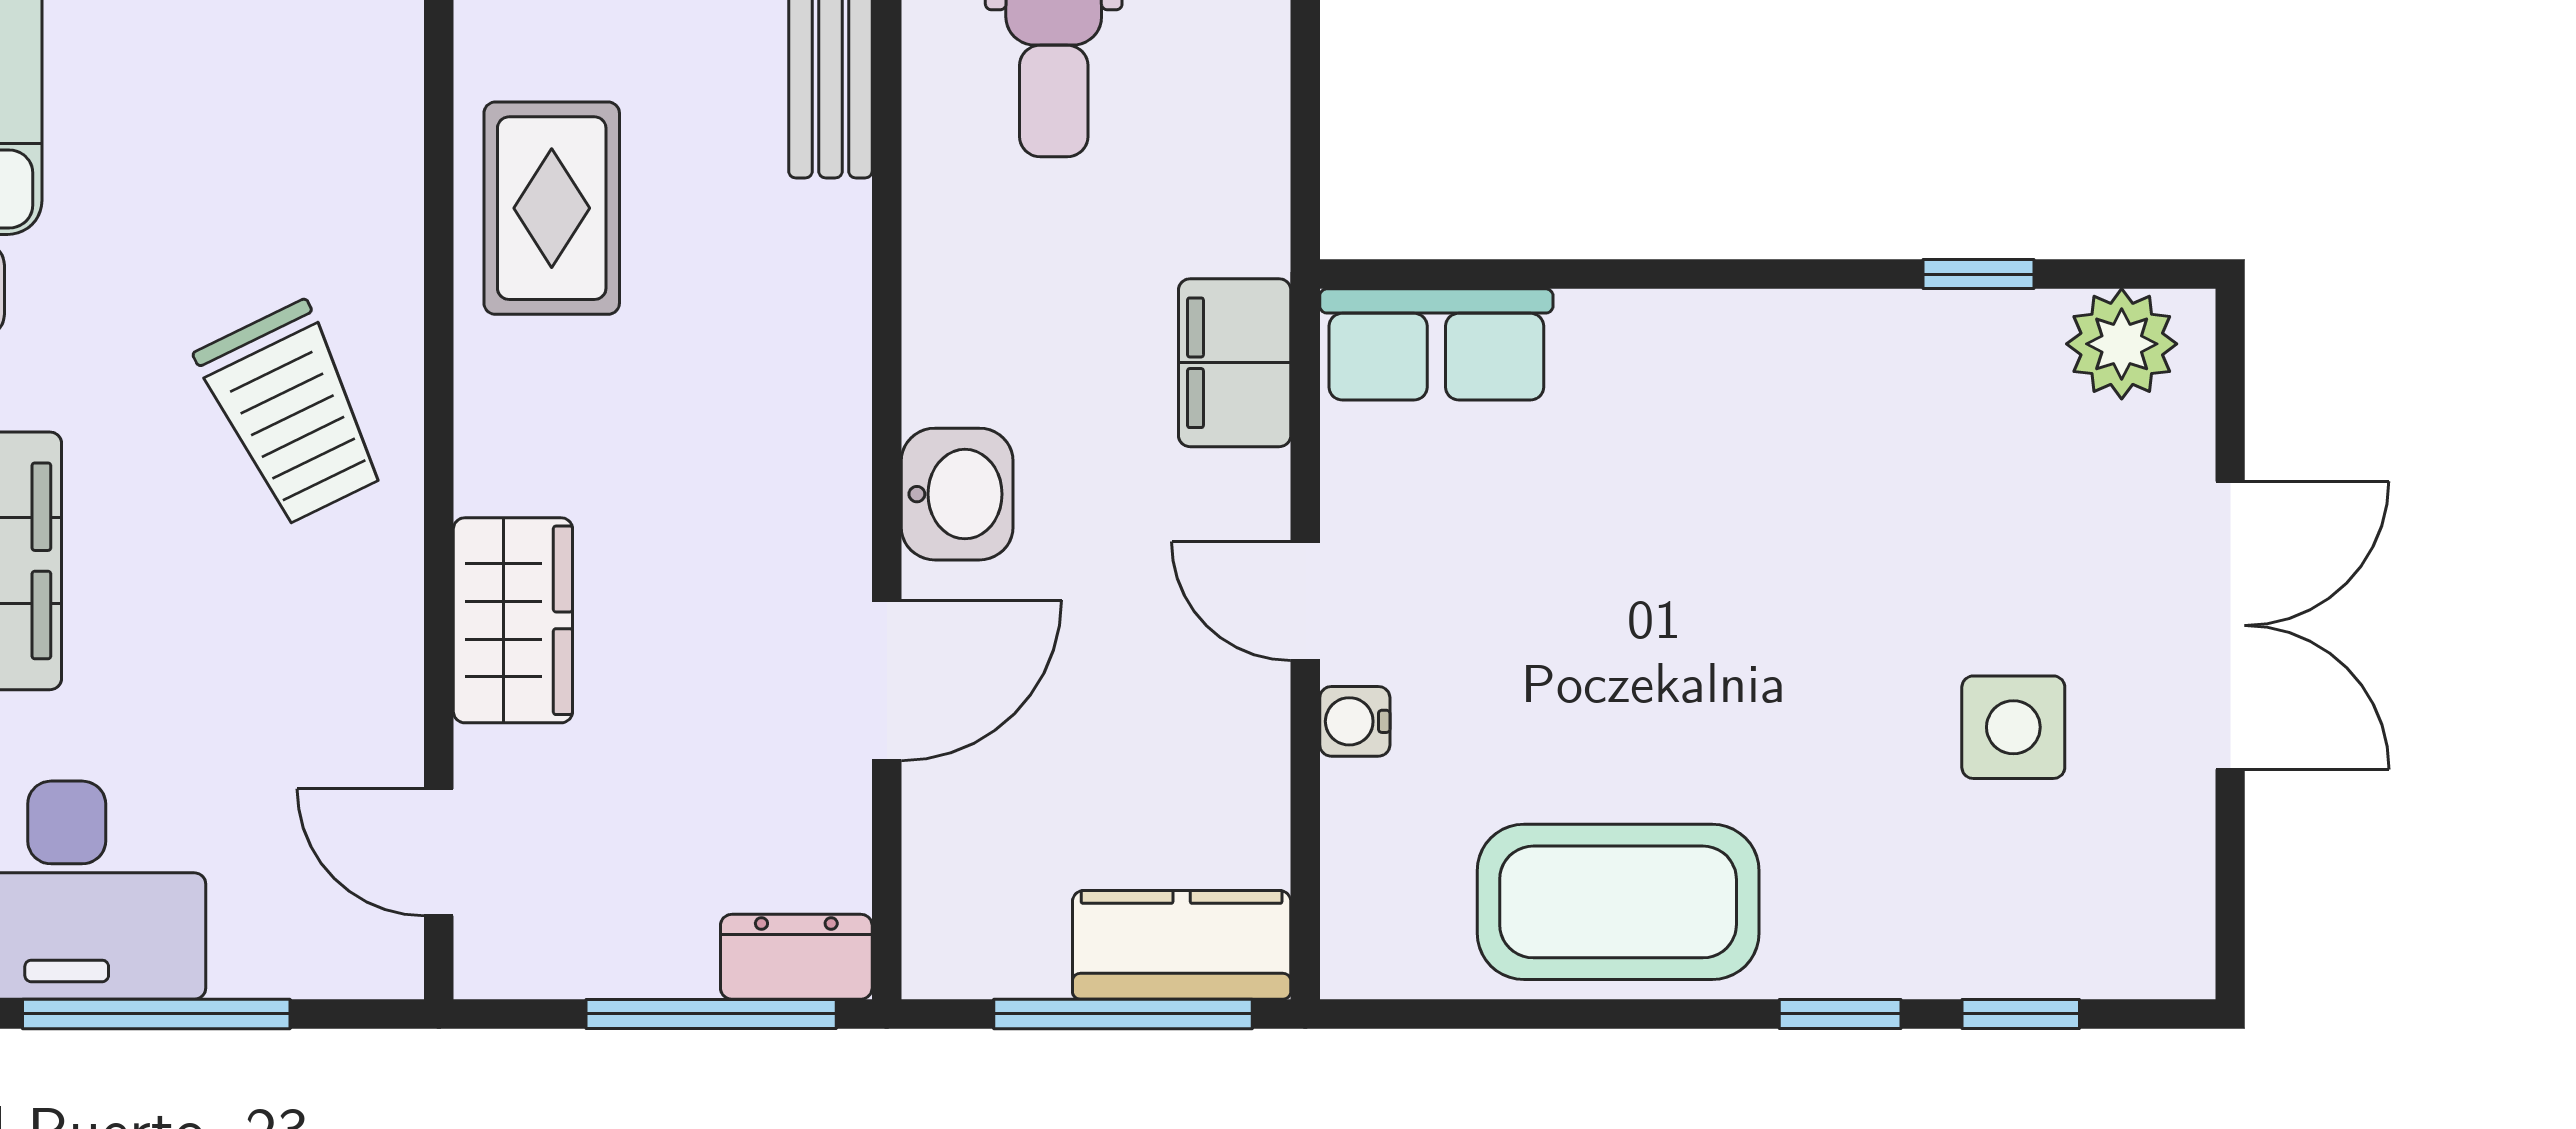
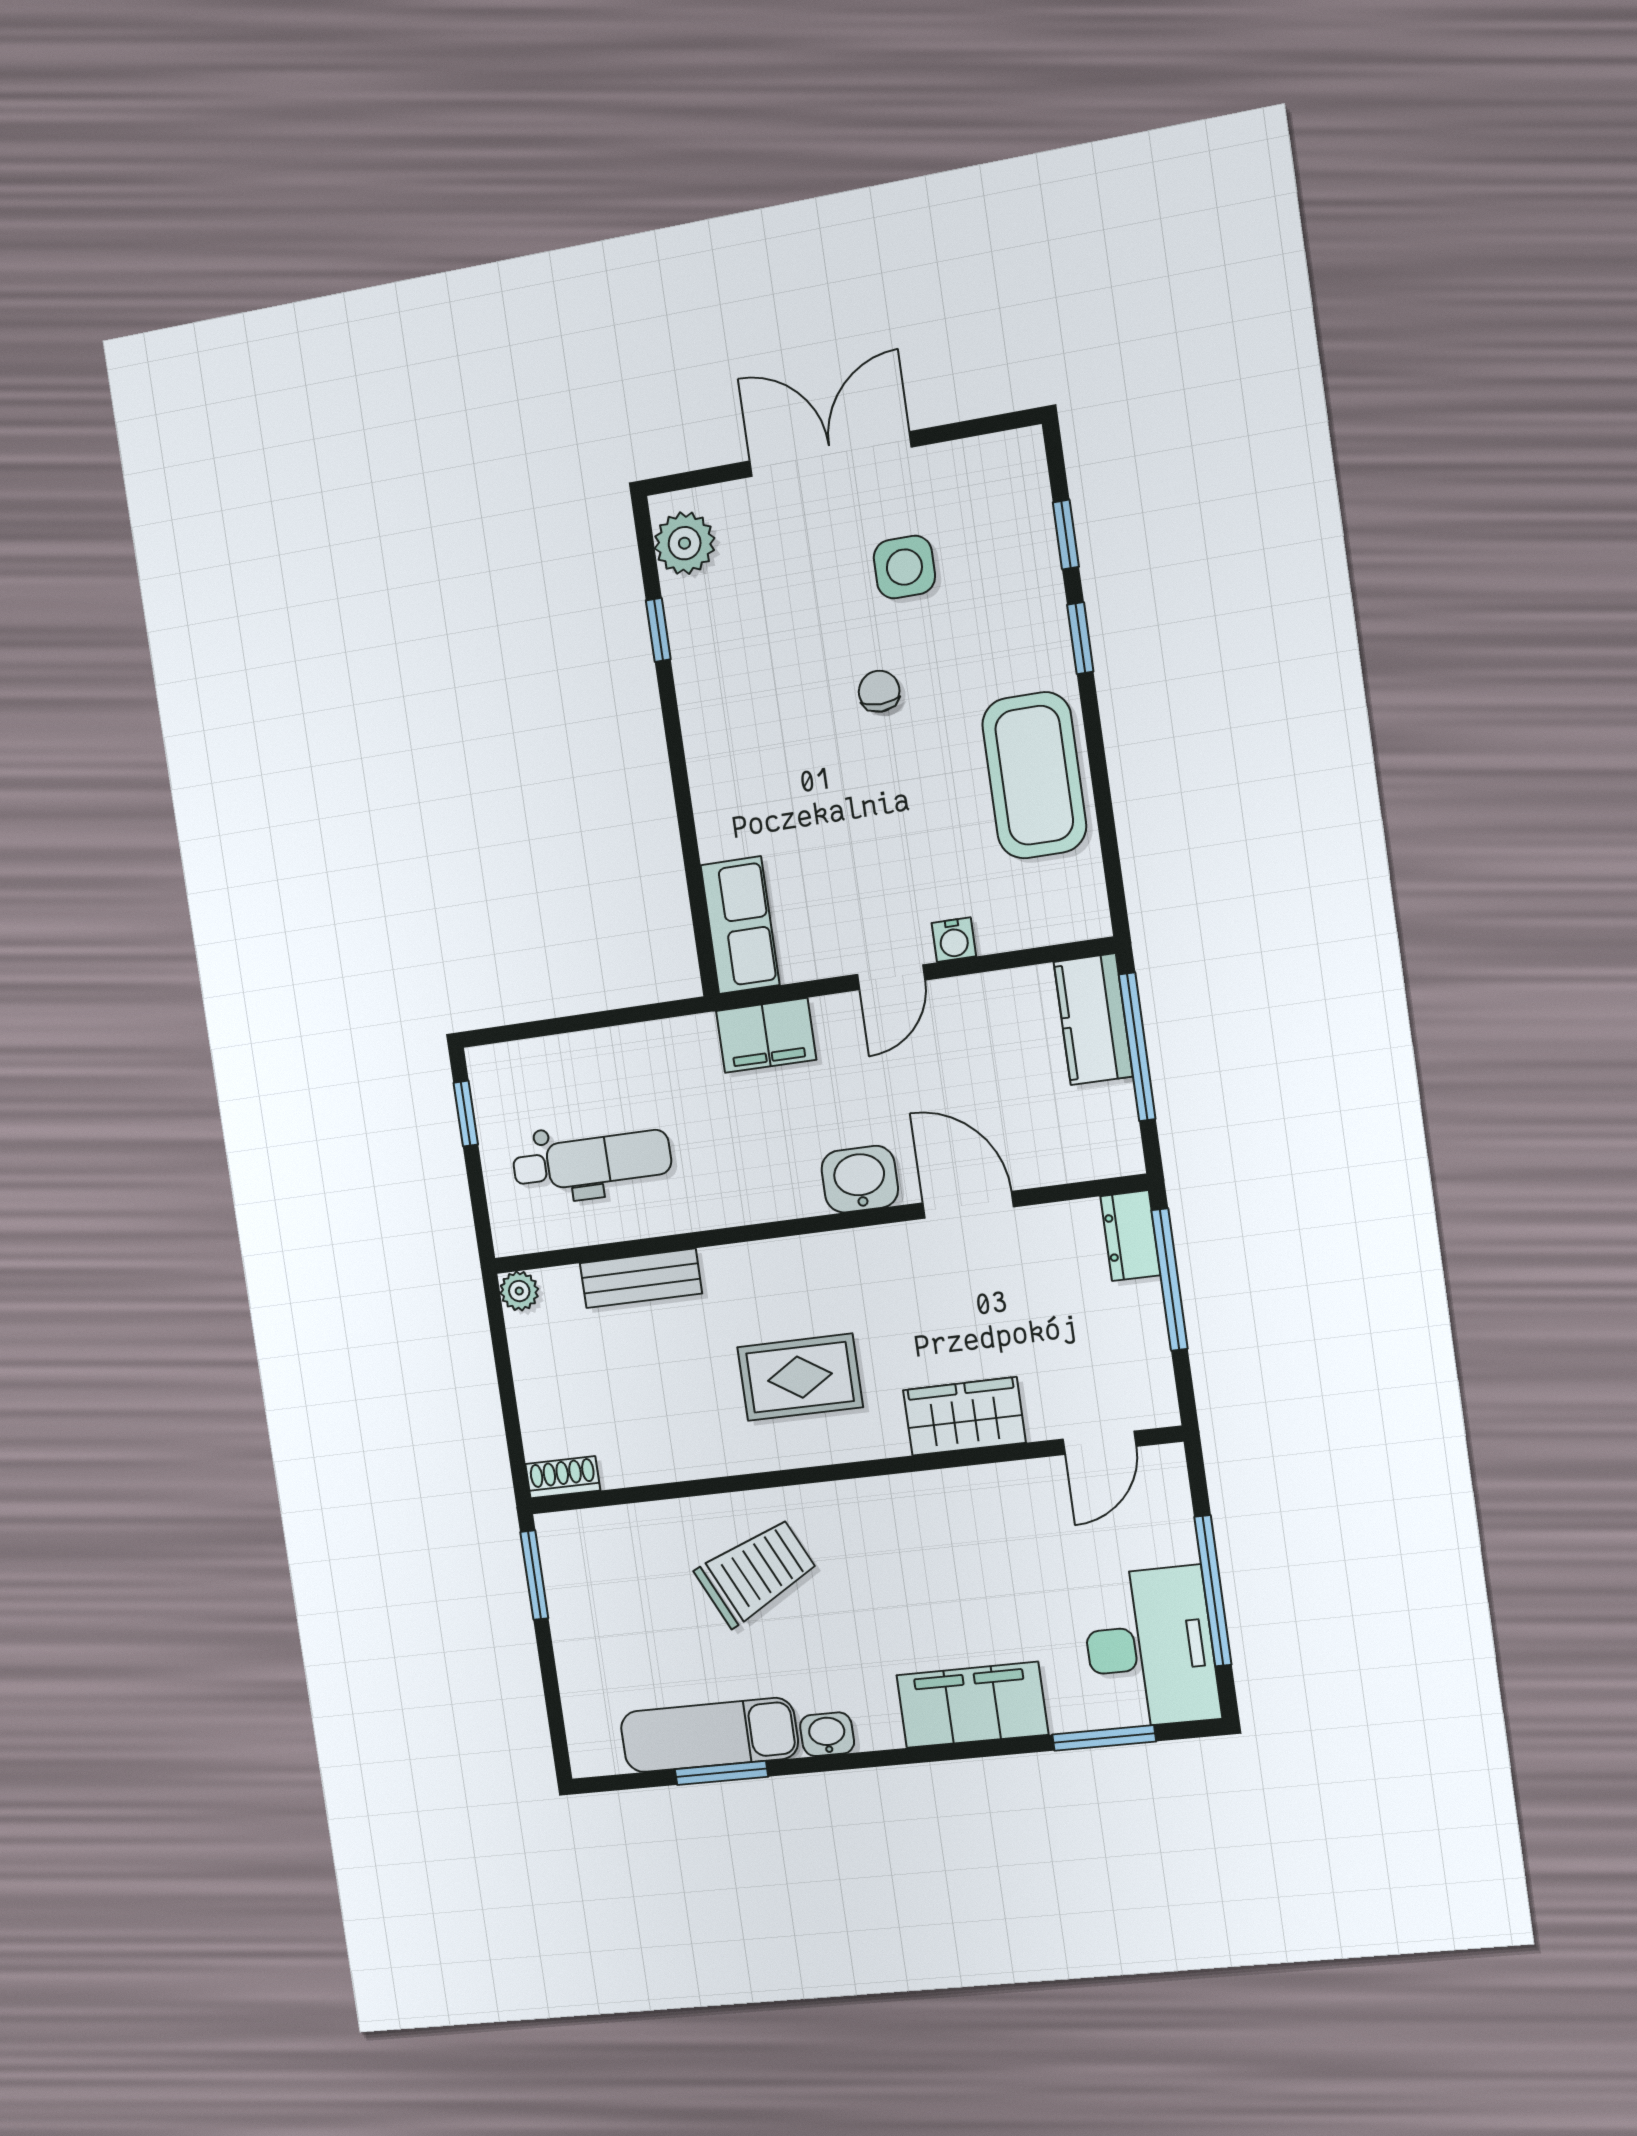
rug: (552, 208) -> (800, 1377), moved
trolley: (292, 414) -> (756, 1572), moved
chair: (1807, 652) -> (879, 691), added

